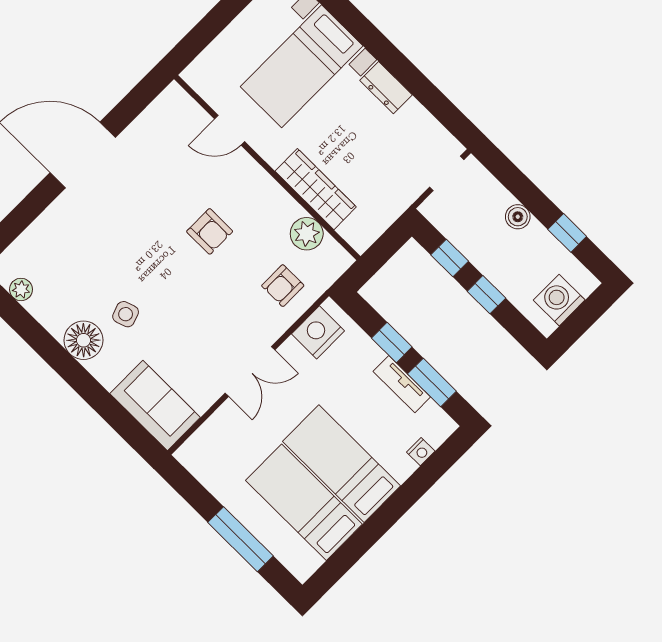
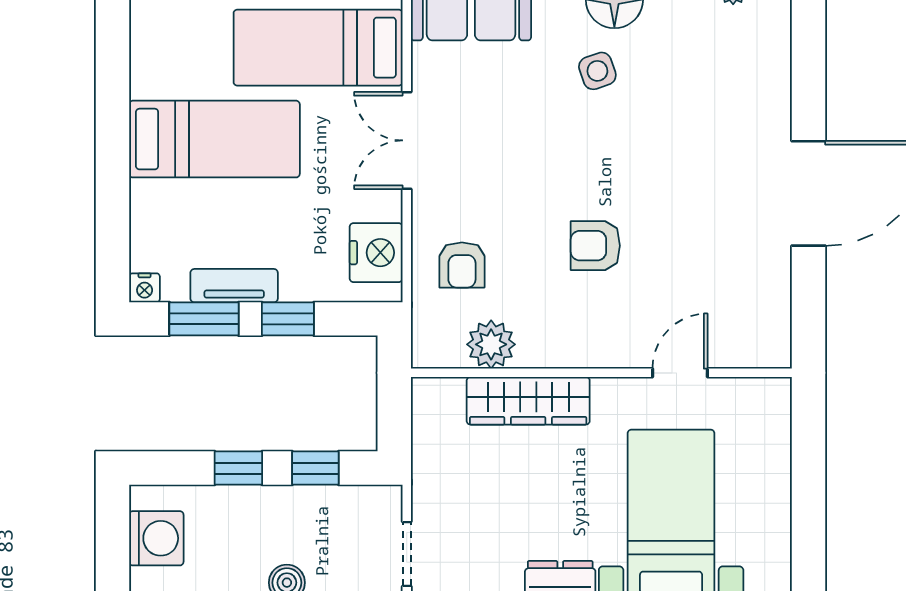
armchair: (283, 286) -> (462, 265), turned 180
nightstand: (421, 452) -> (145, 288), moved, turned -90
bed: (304, 502) -> (318, 48), moved, turned 180

